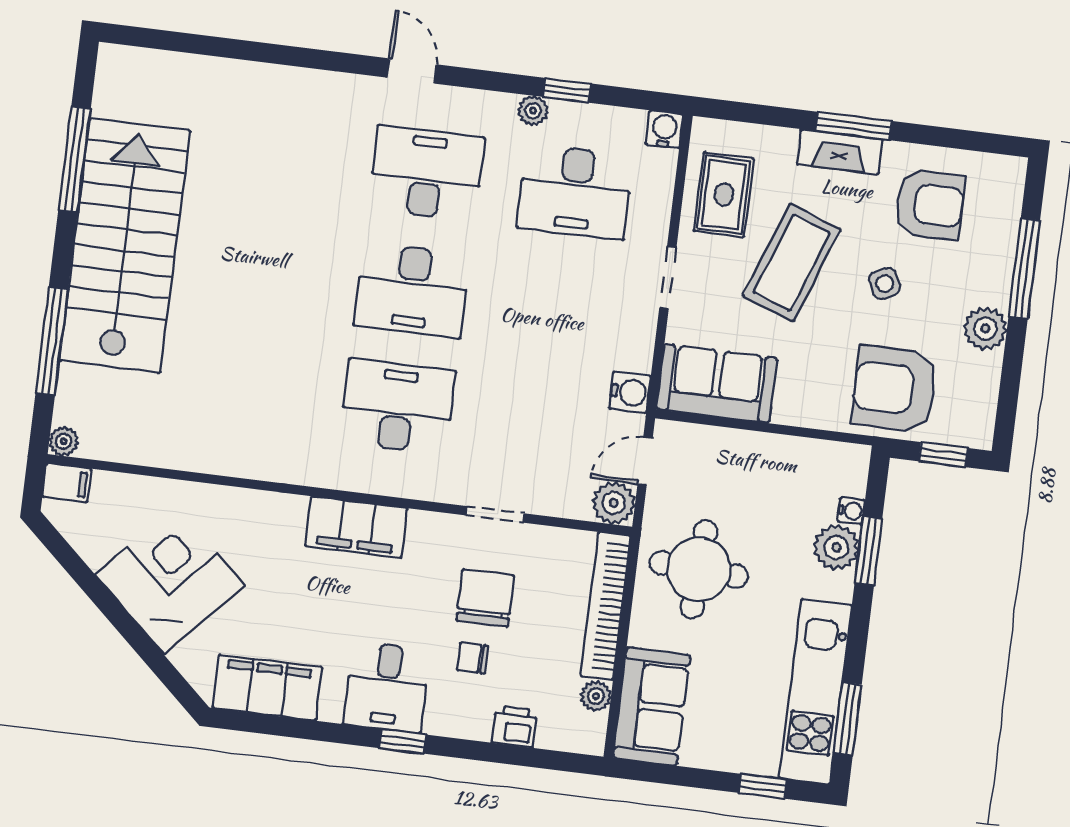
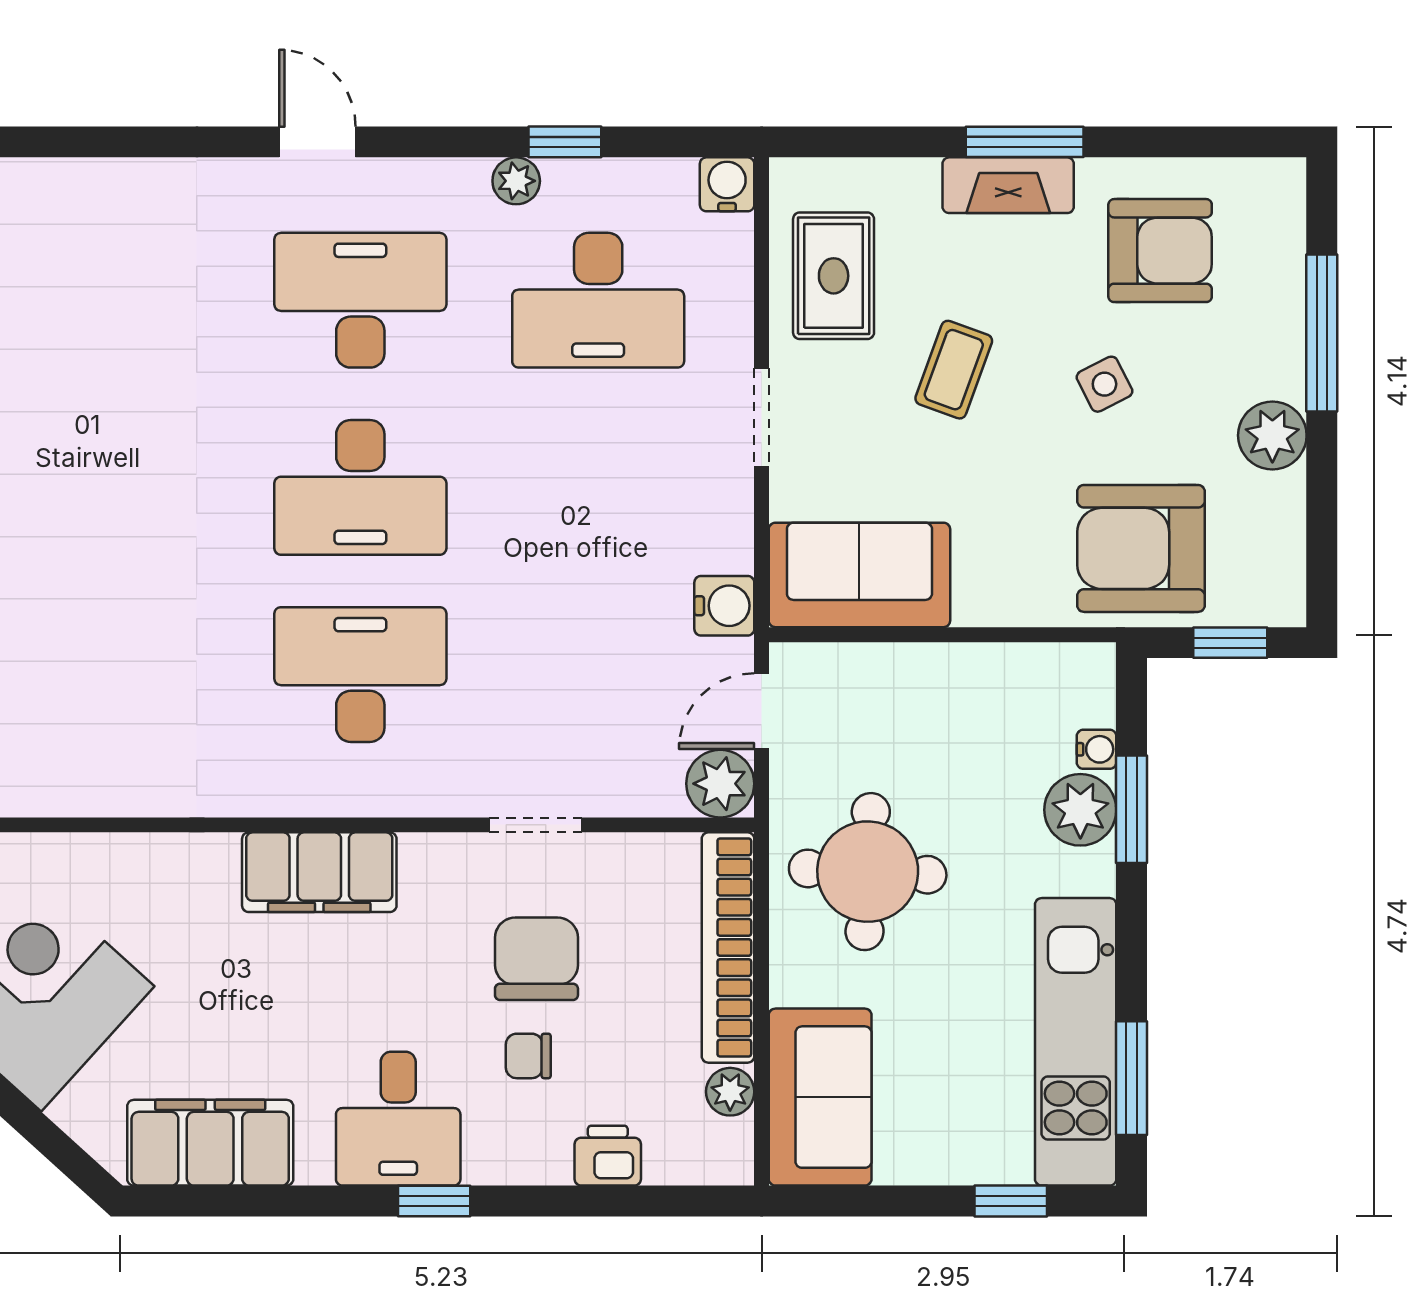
coffee table: (792, 263) -> (954, 370), width x0.54, depth x0.58

